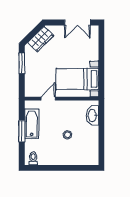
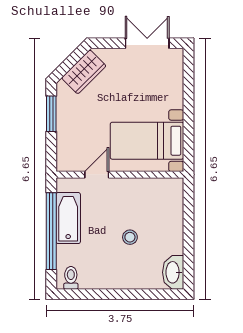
double door: (77, 22) -> (147, 43), swing flipped
washbasin: (92, 116) -> (173, 272), moved
window: (22, 131) -> (51, 231), width x2.11

